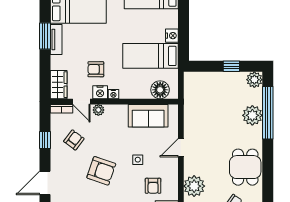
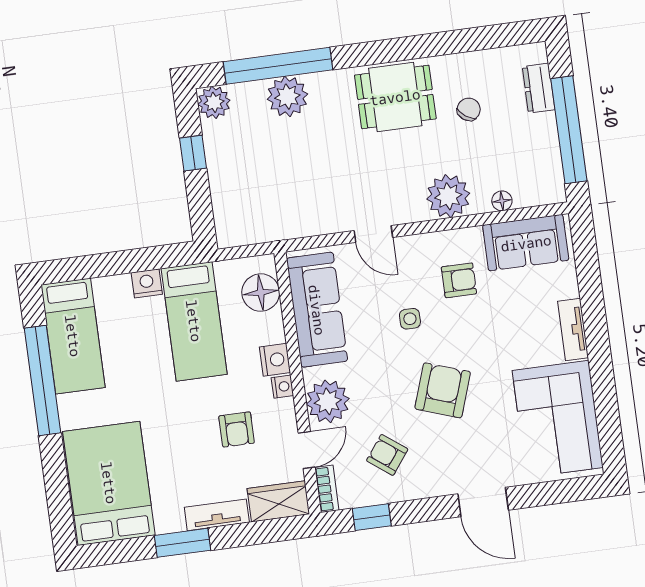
tv unit: (56, 40) -> (217, 515), moved
nightstand: (100, 92) -> (275, 360), moved
plant: (98, 110) -> (328, 401), width x1.88, depth x1.88
sofa: (148, 116) -> (317, 310), width x1.36
window: (45, 140) -> (372, 517), moved

